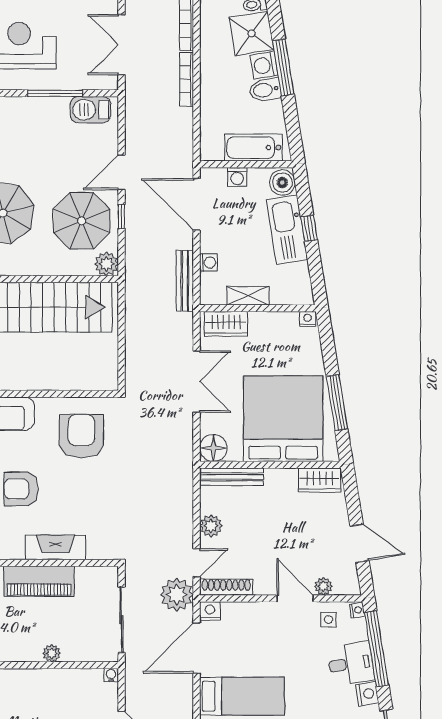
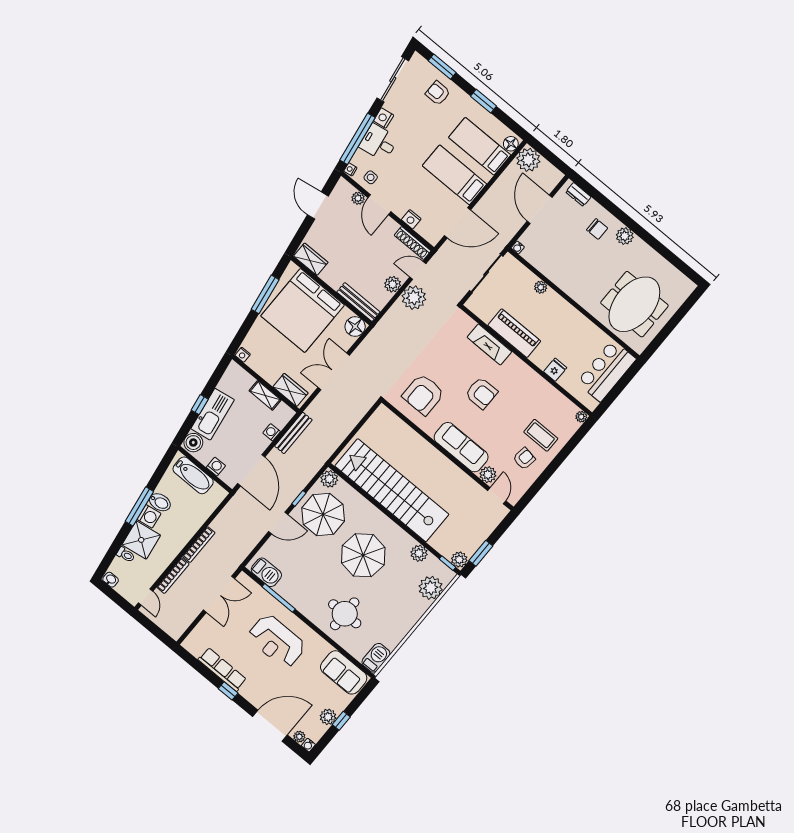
plant: (177, 595) -> (414, 298), moved
nightstand: (210, 611) -> (411, 219), moved

